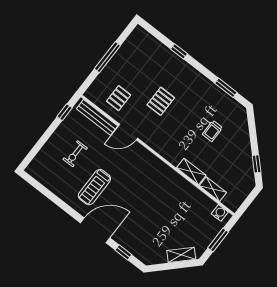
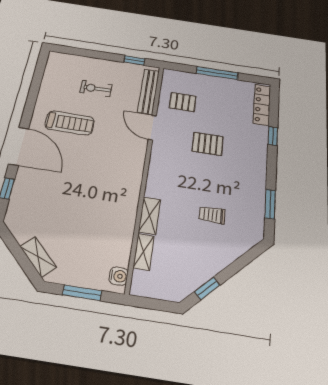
locker: (151, 42) -> (262, 105), added
treadmill: (94, 187) -> (70, 123), turned 180

